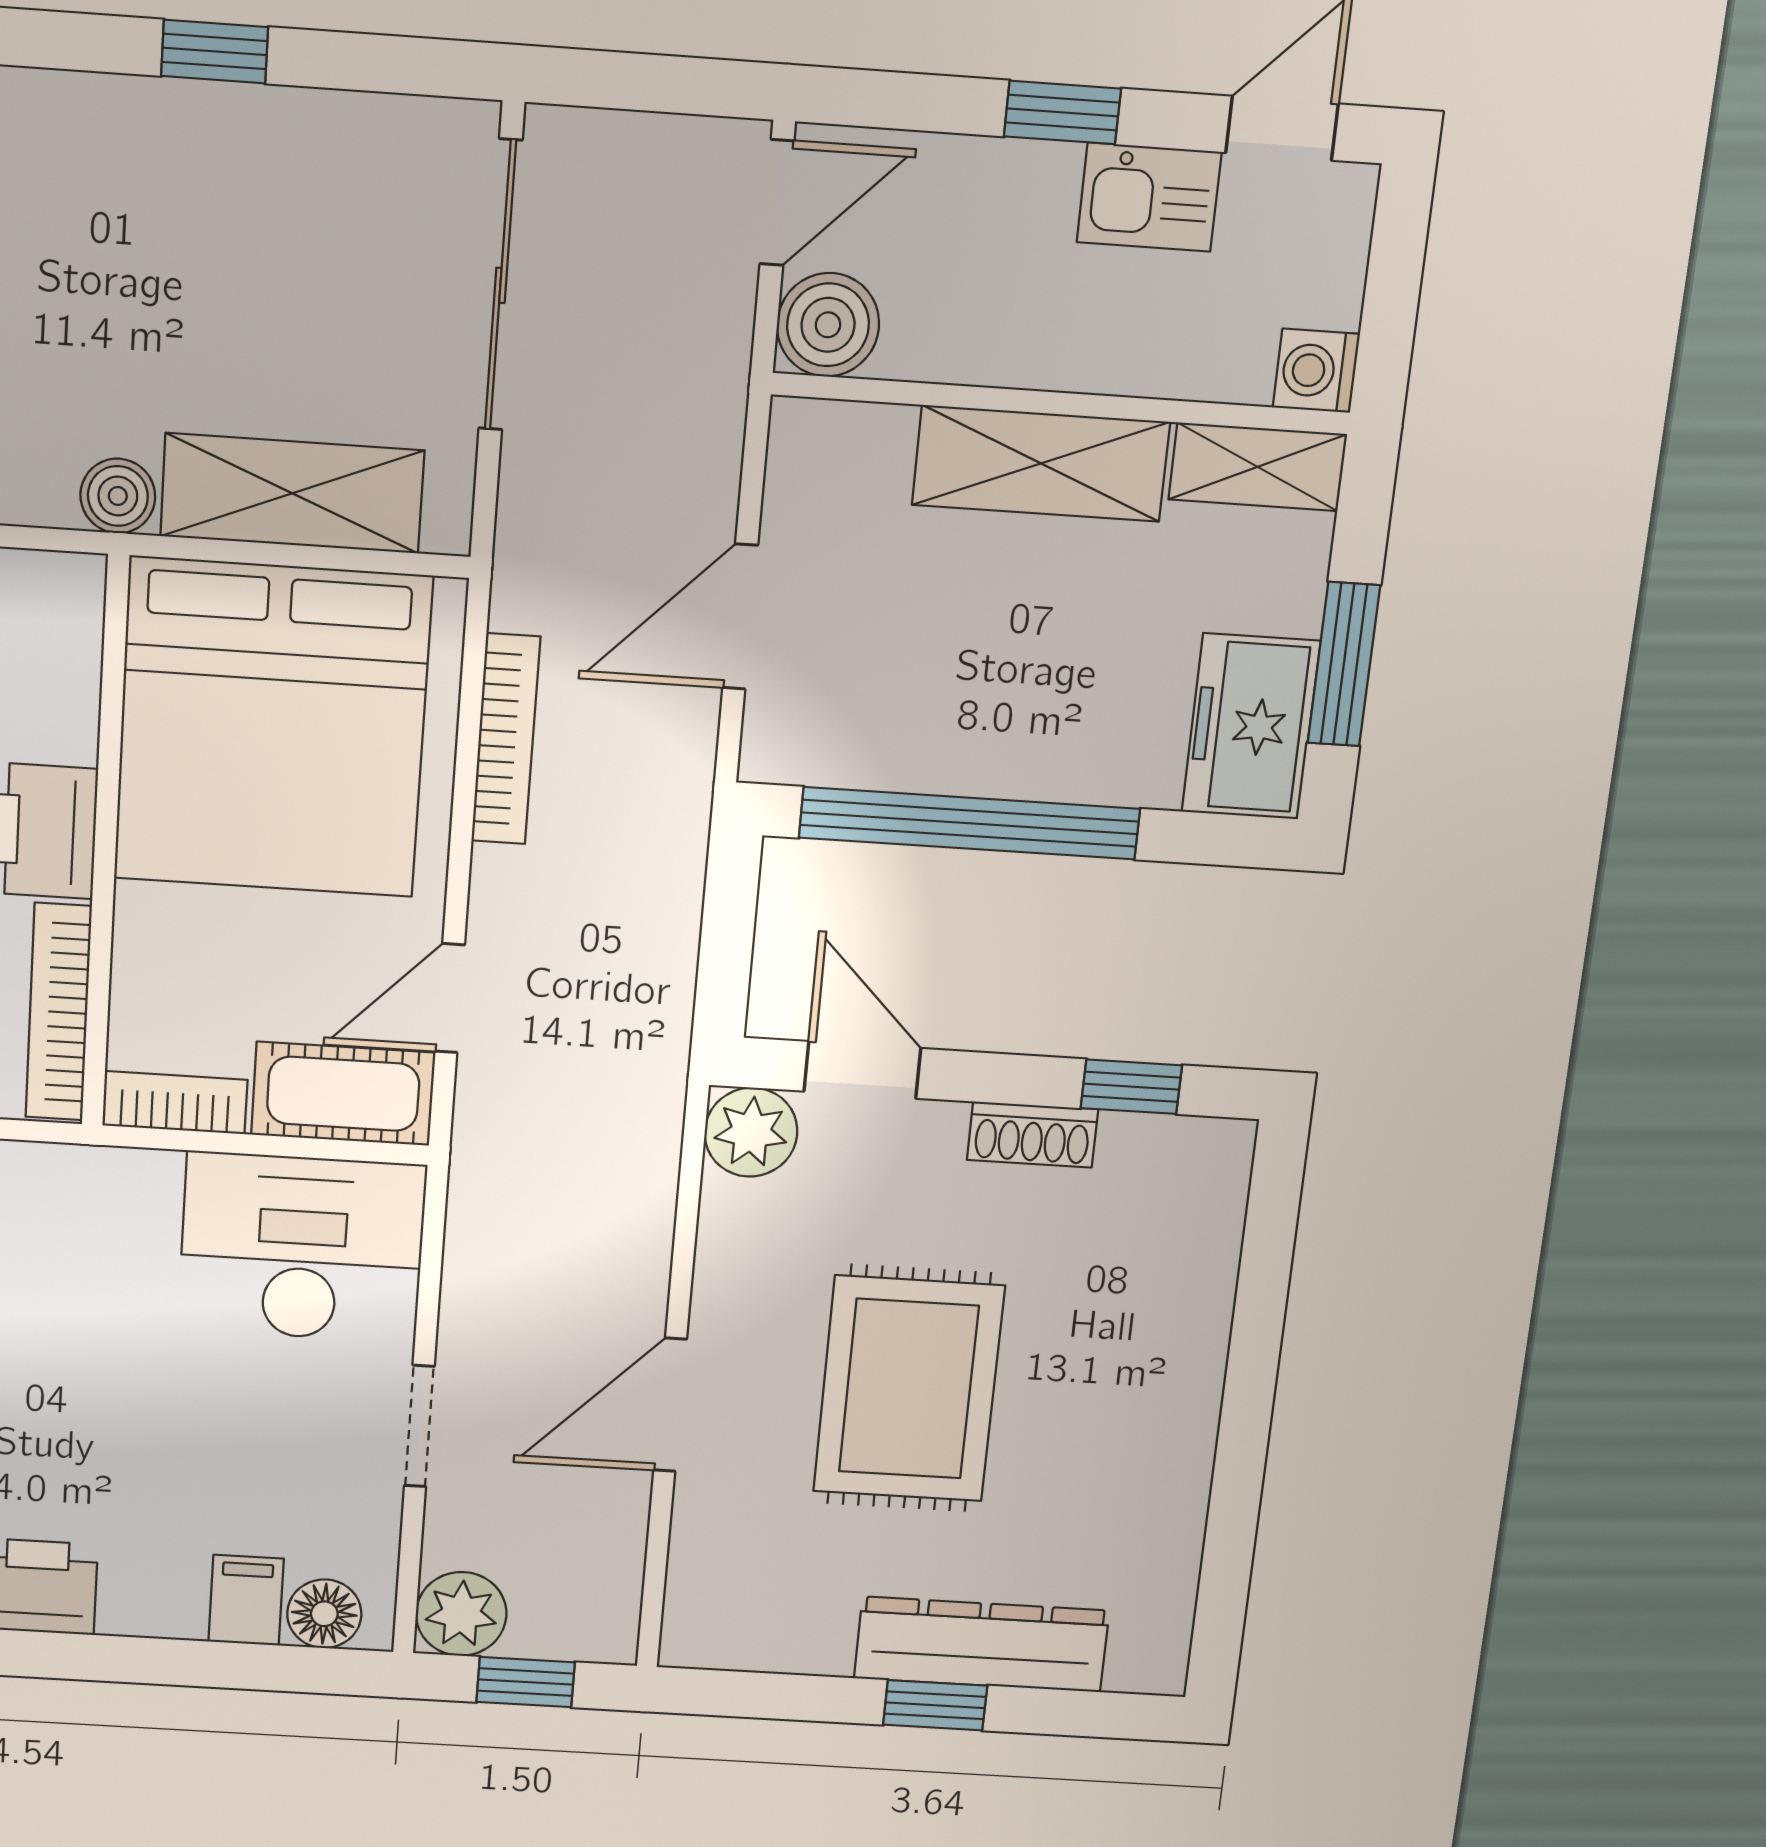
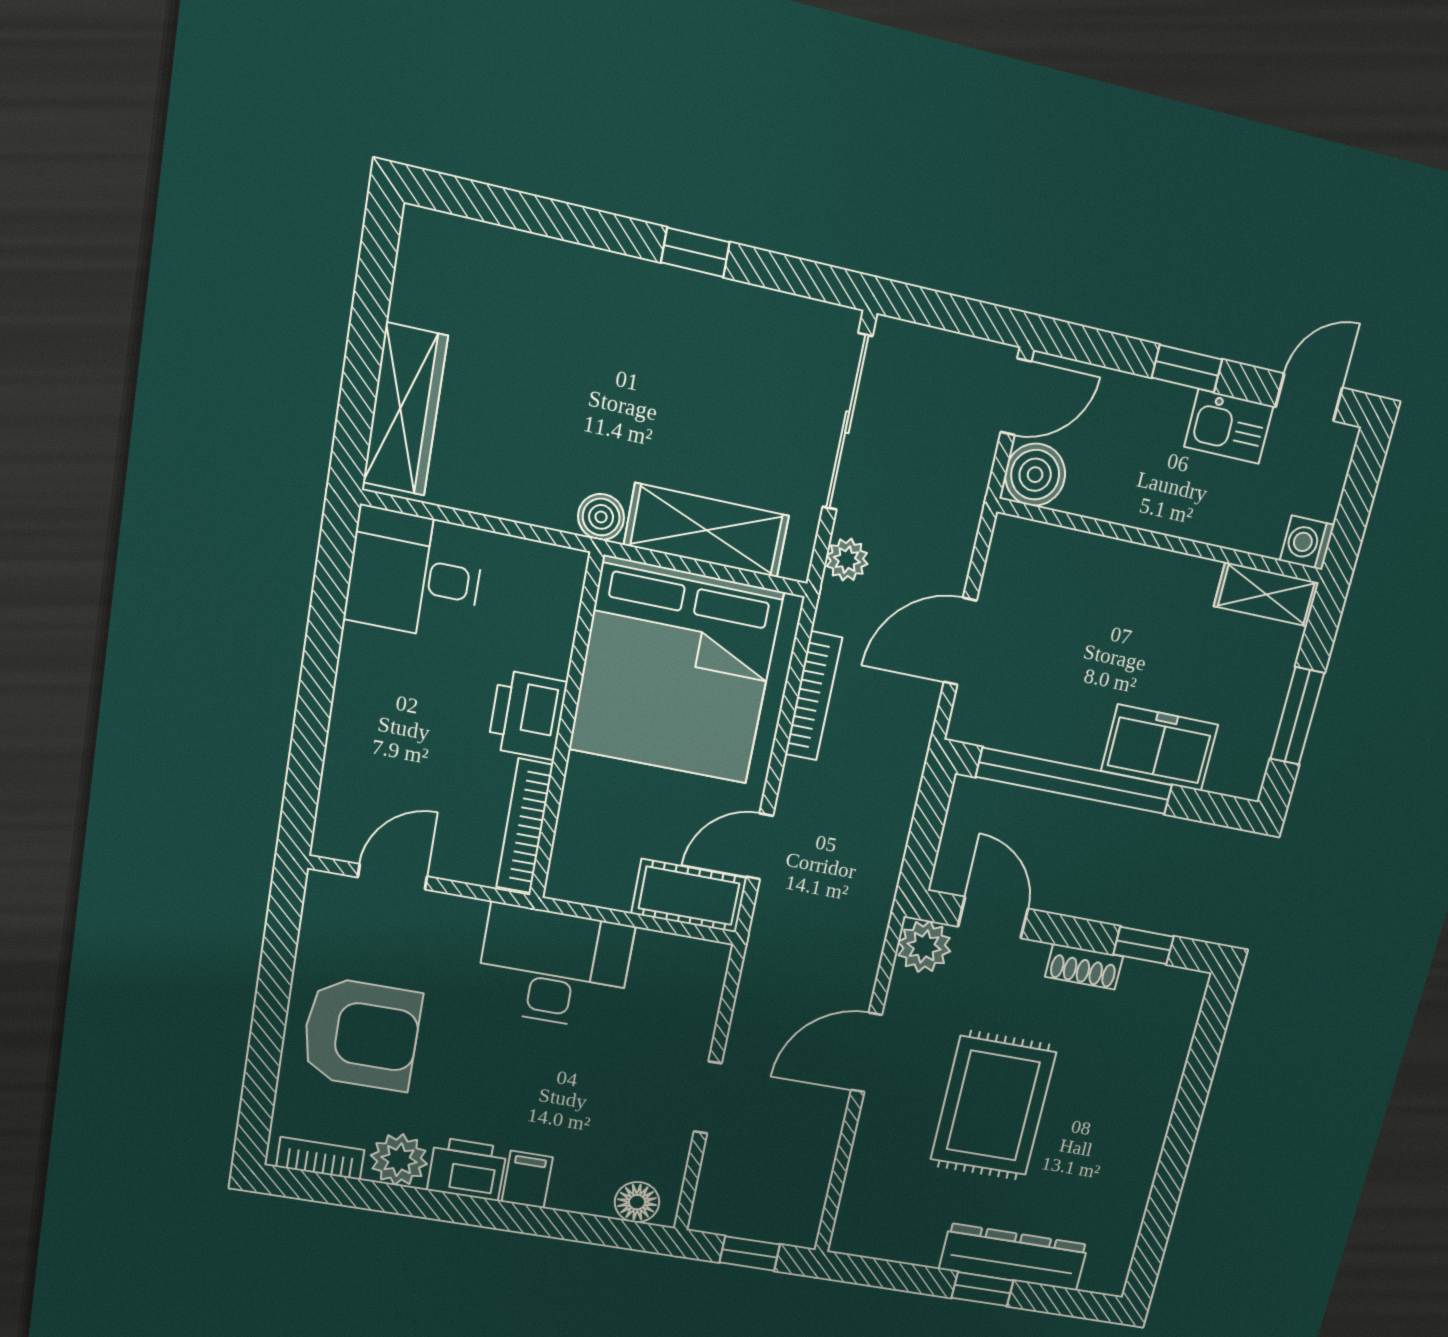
shelving: (1041, 463) -> (1145, 575), removed
freezer: (1251, 727) -> (1160, 748), moved, turned 90
bookcase: (175, 1103) -> (588, 889), removed
desk: (302, 1247) -> (554, 967), moved
door: (670, 1405) -> (866, 1053), moved
filing cabinet: (246, 1600) -> (527, 1180), moved
plant: (461, 1614) -> (847, 560), moved, width x0.73, depth x0.73

